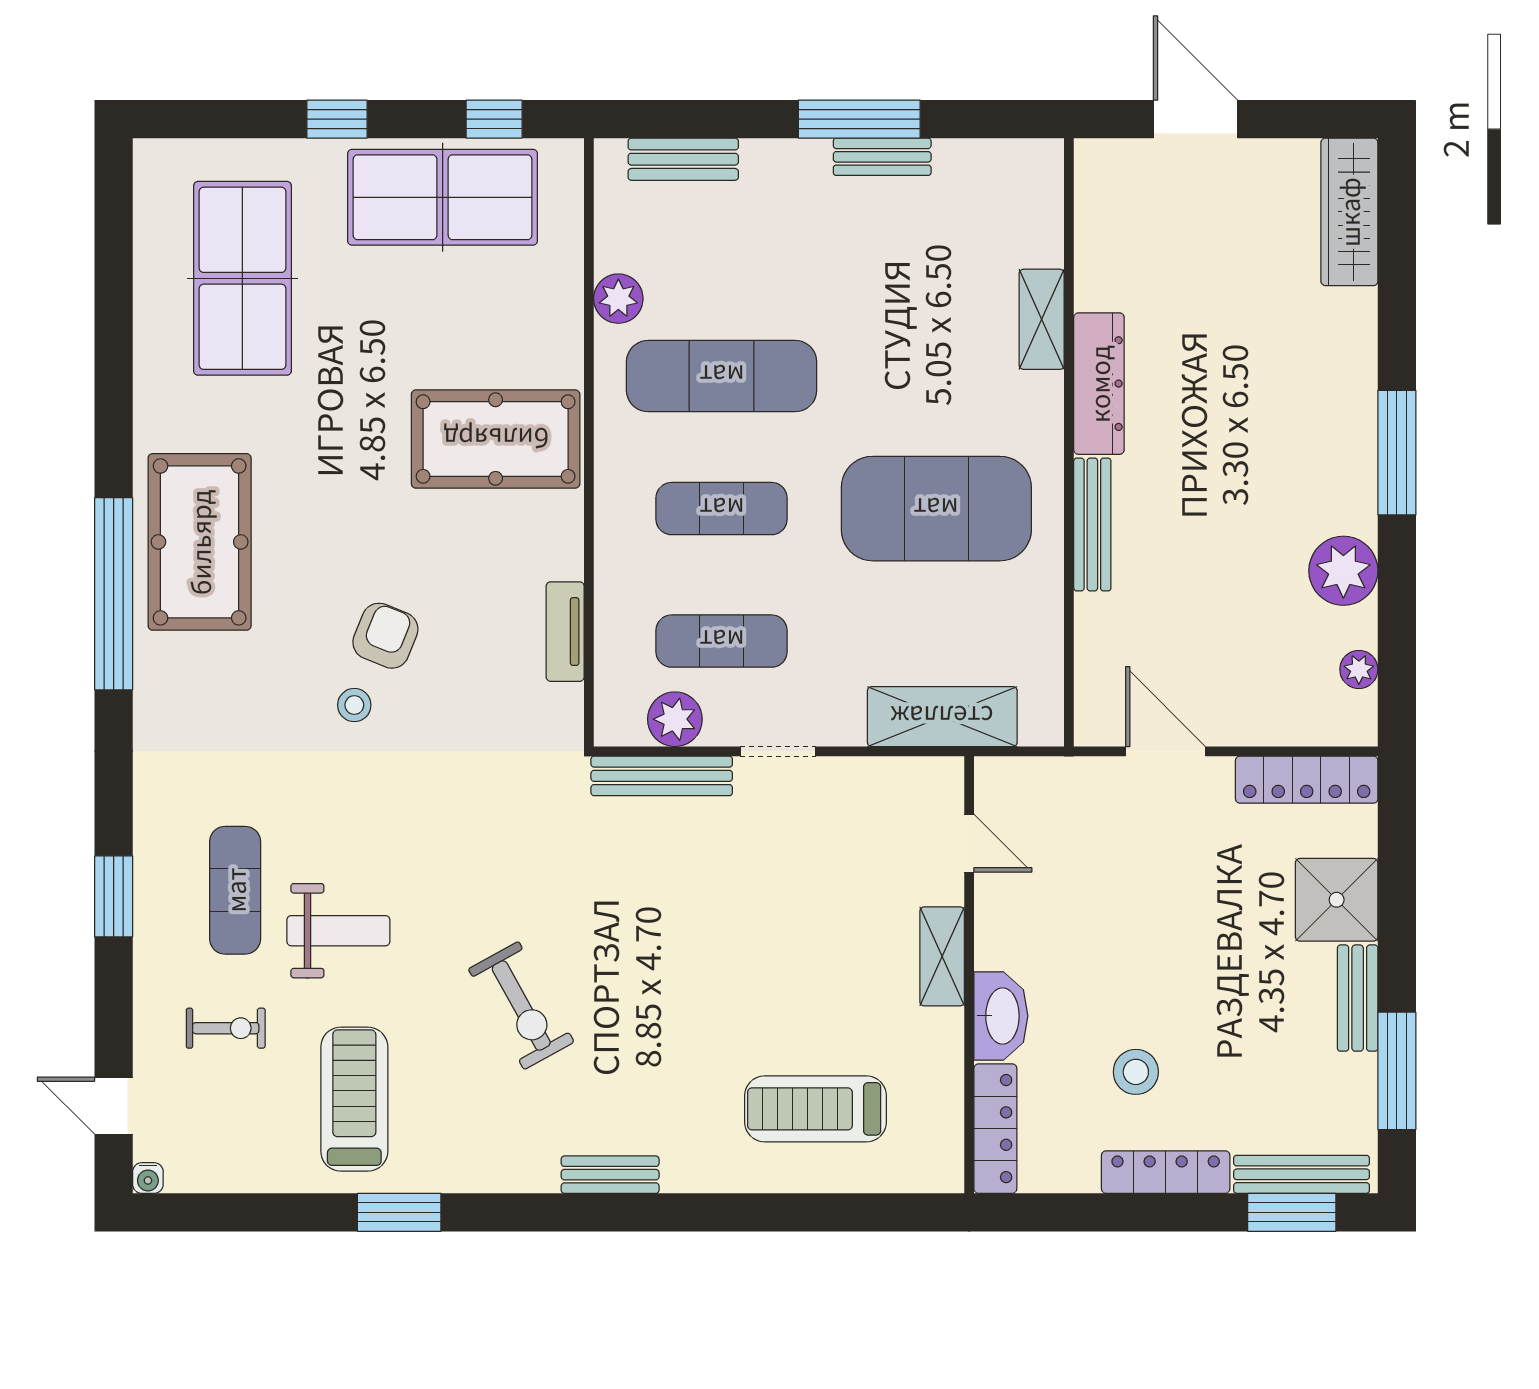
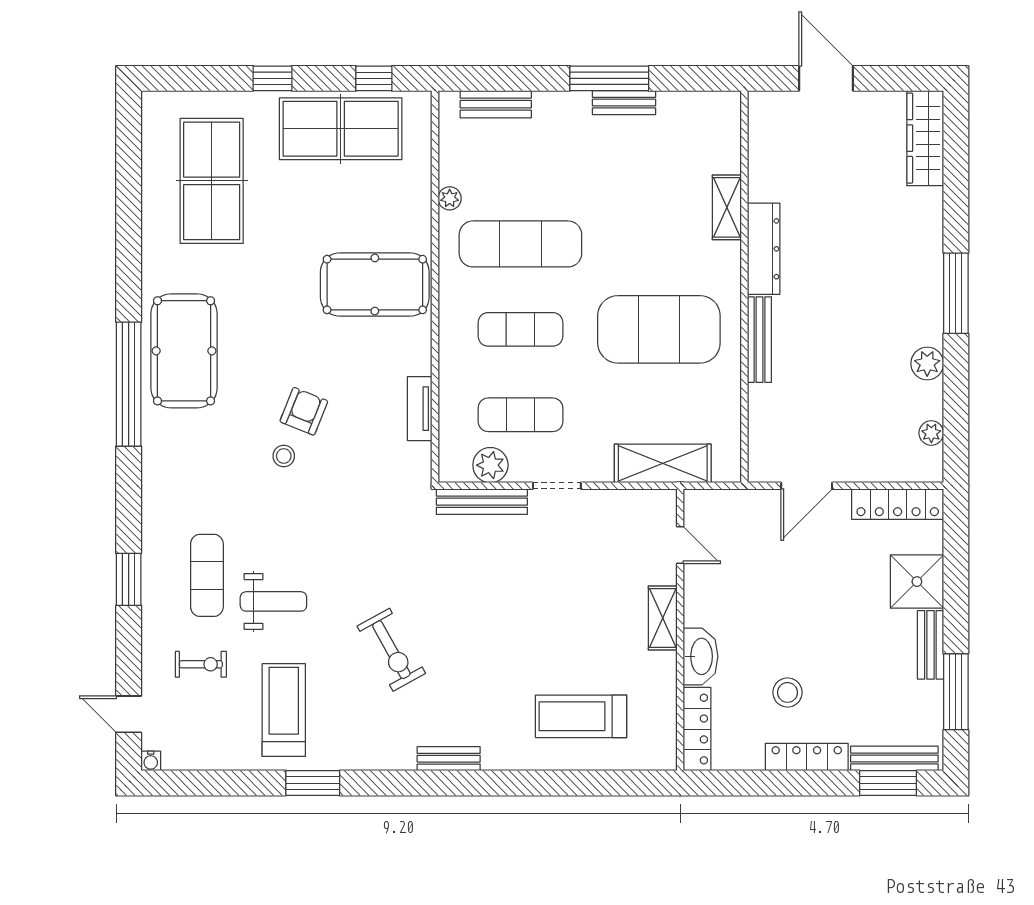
plant: (618, 299) -> (450, 198), width x0.73, depth x0.73
plant: (1343, 571) -> (927, 363), width x0.73, depth x0.73
door: (1166, 751) -> (807, 486), swing flipped

